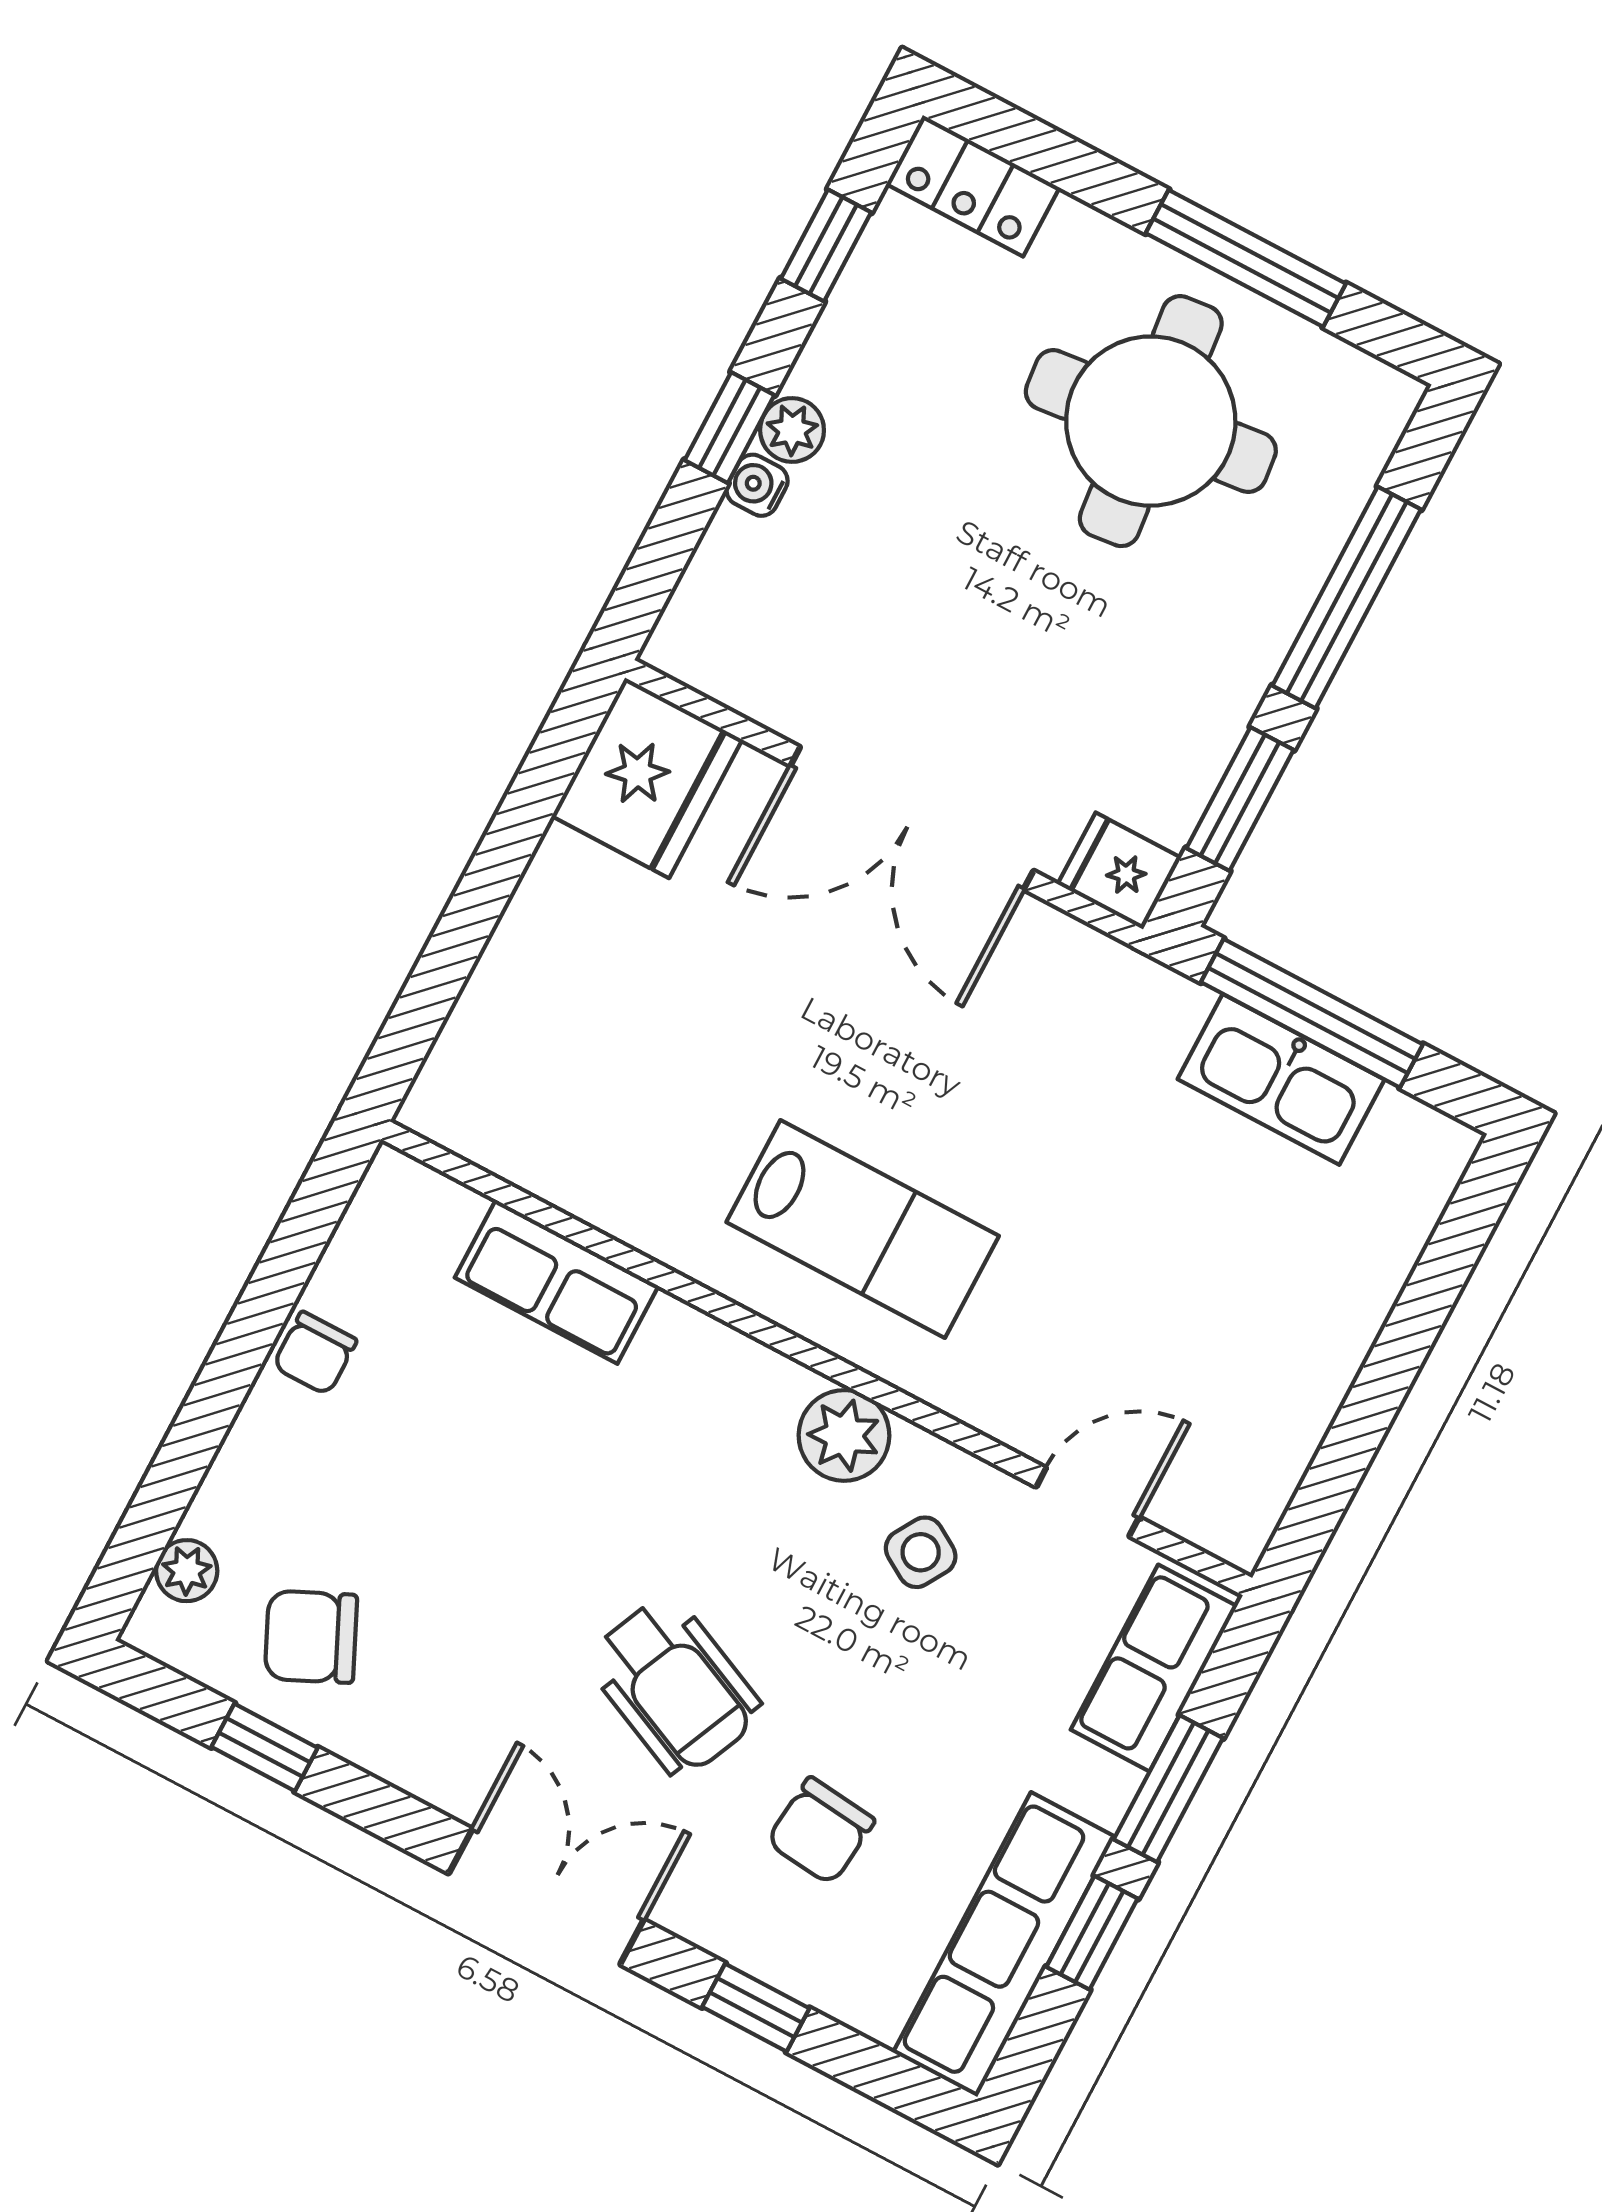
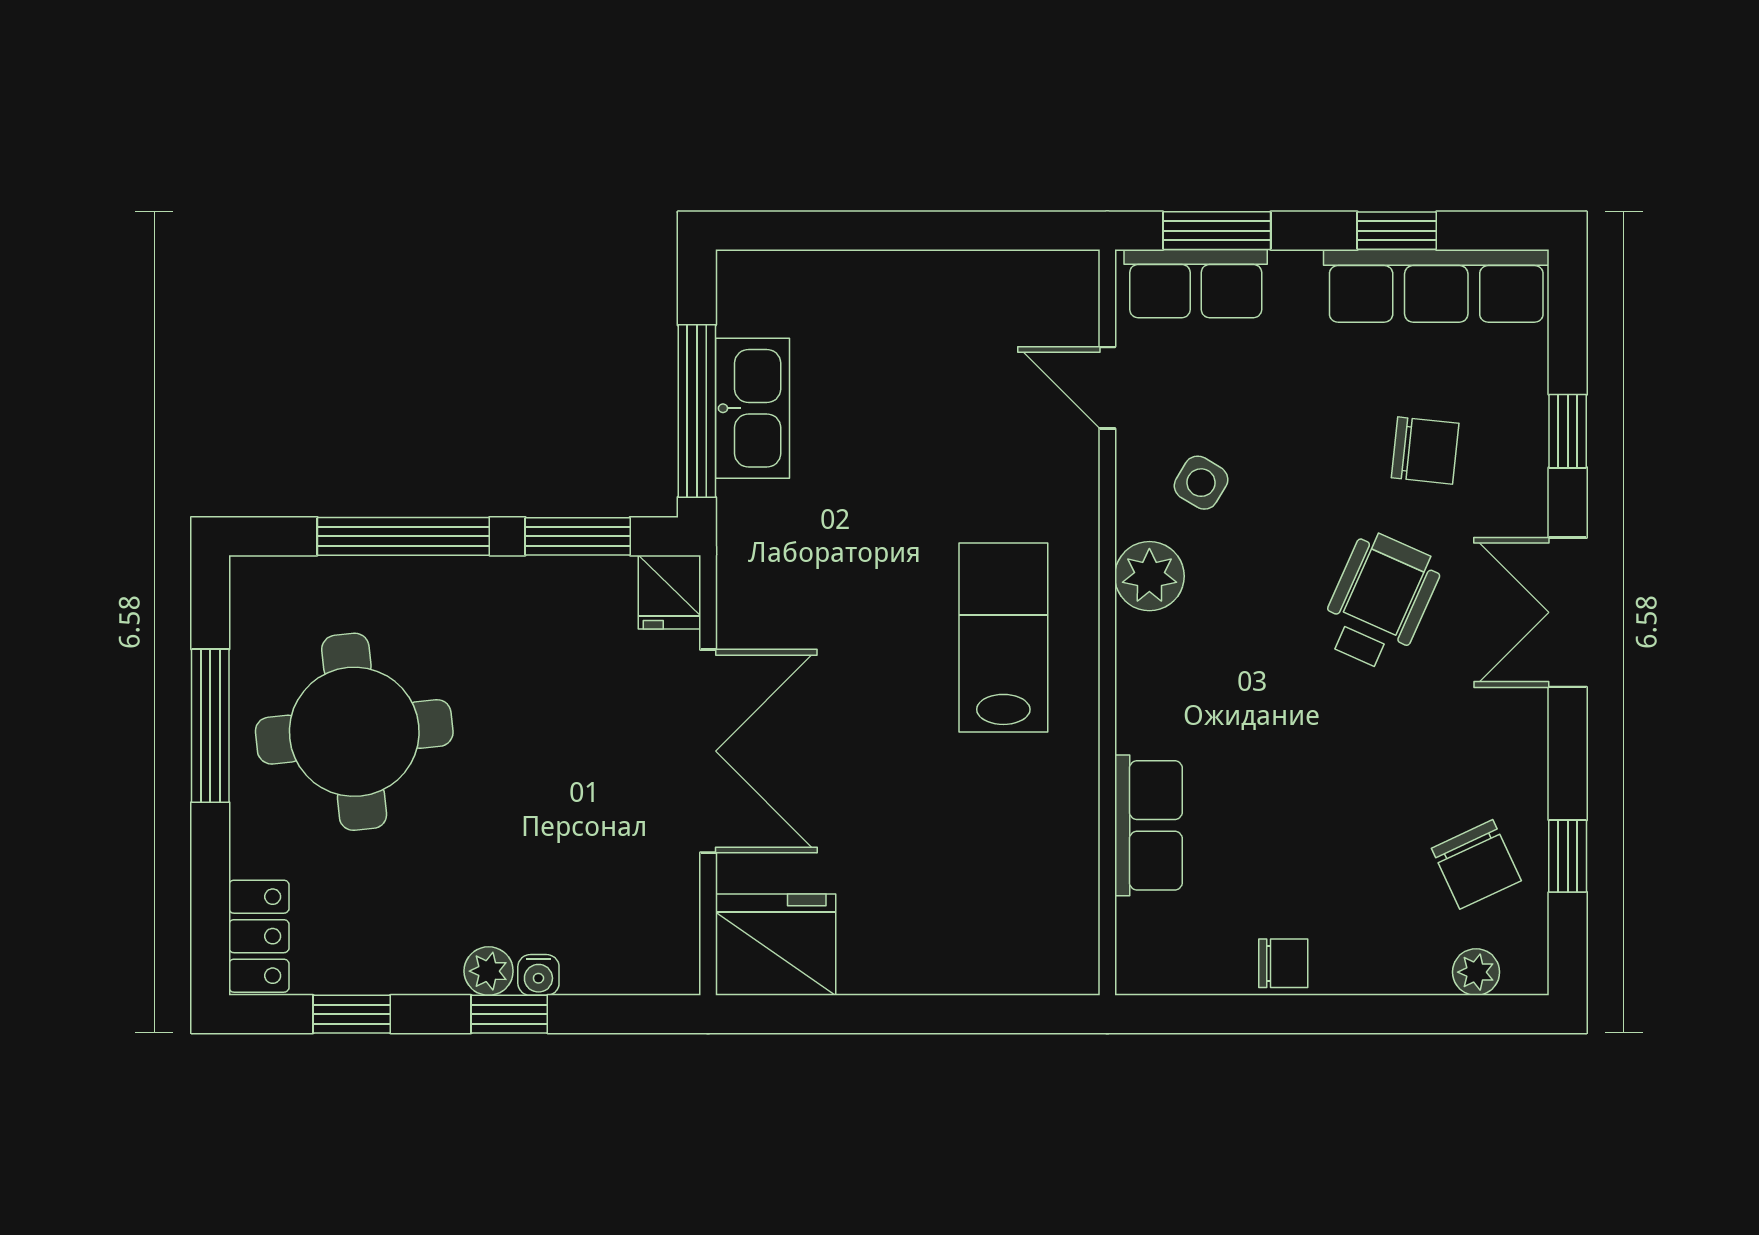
window: (1168, 1789) -> (1217, 231), moved

